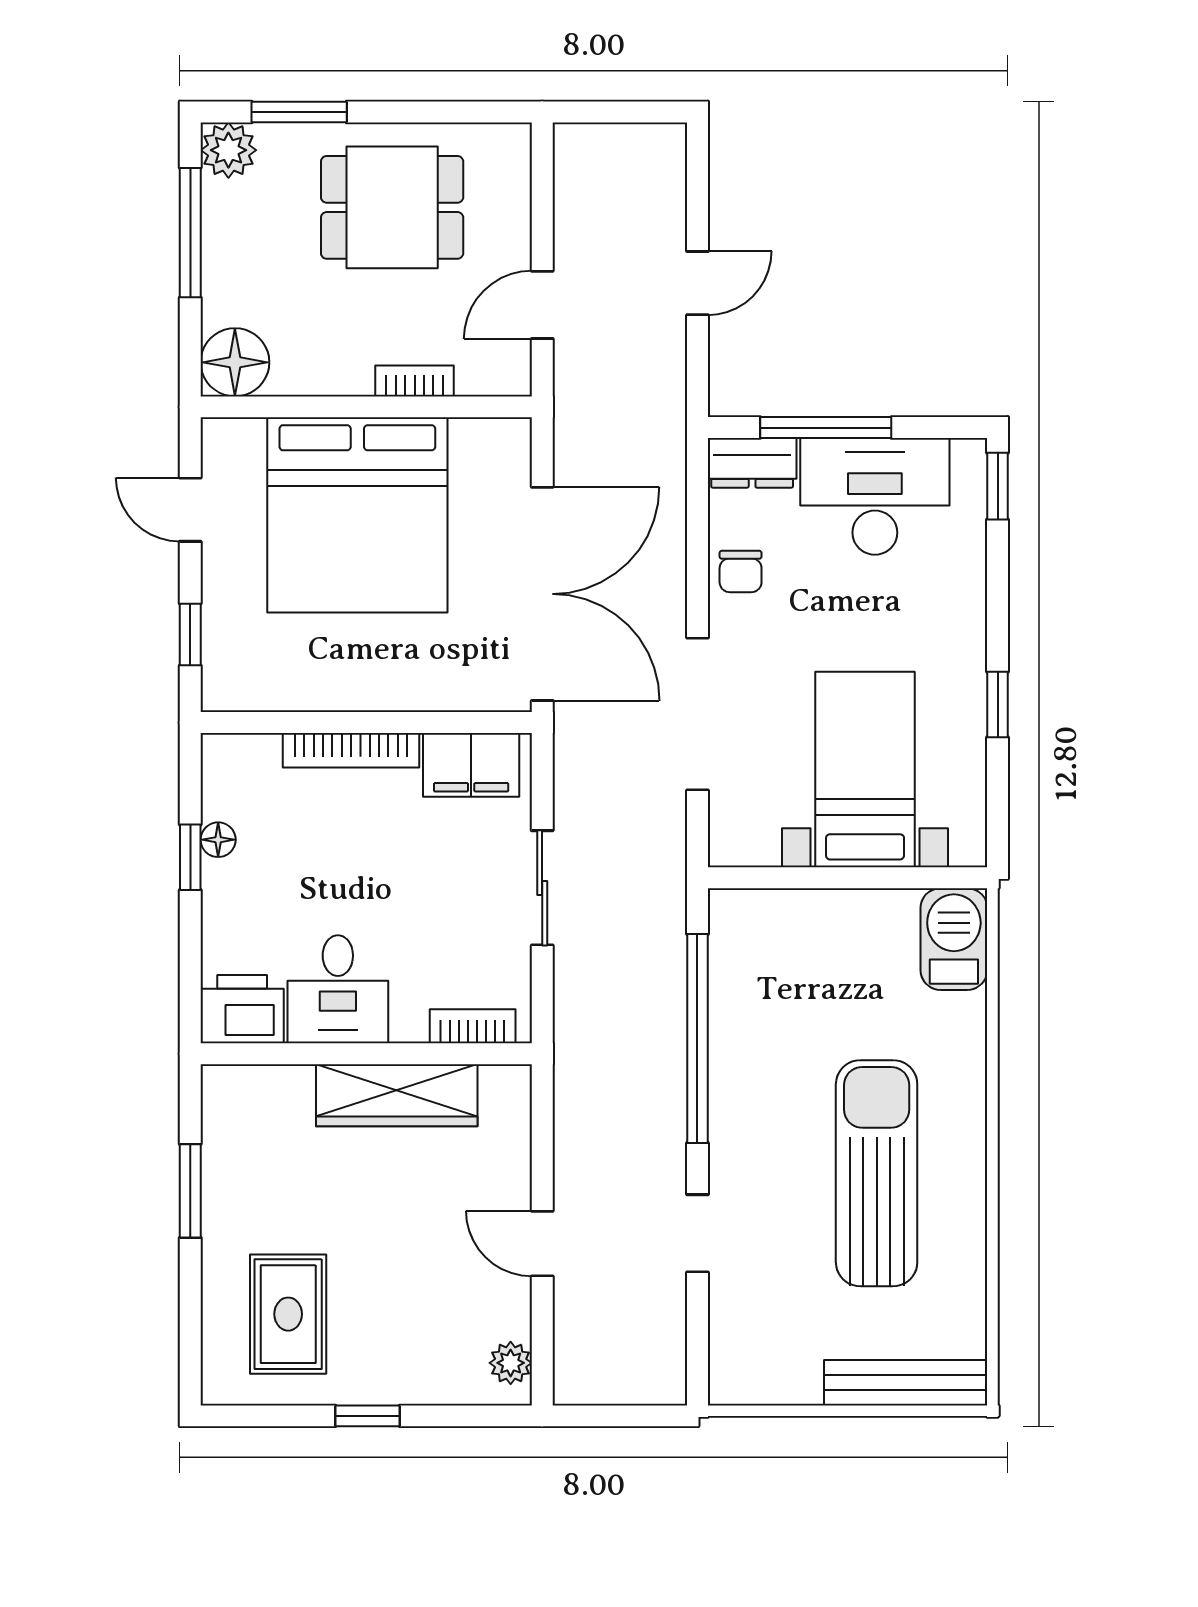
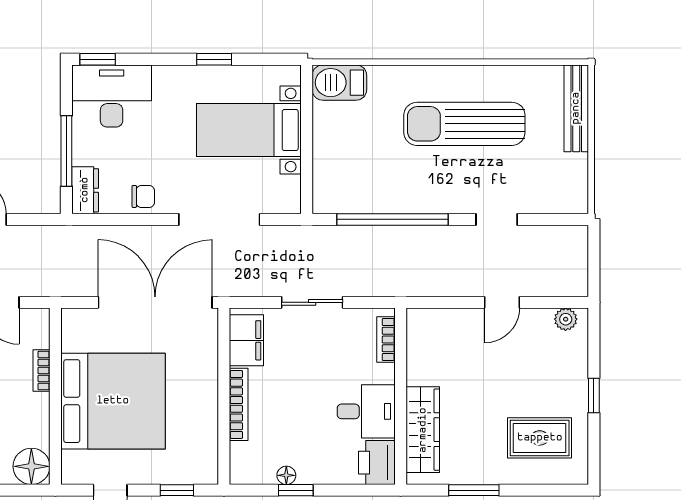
desk: (875, 496) -> (112, 96), moved, turned 90
wardrobe: (397, 1095) -> (423, 430), moved

